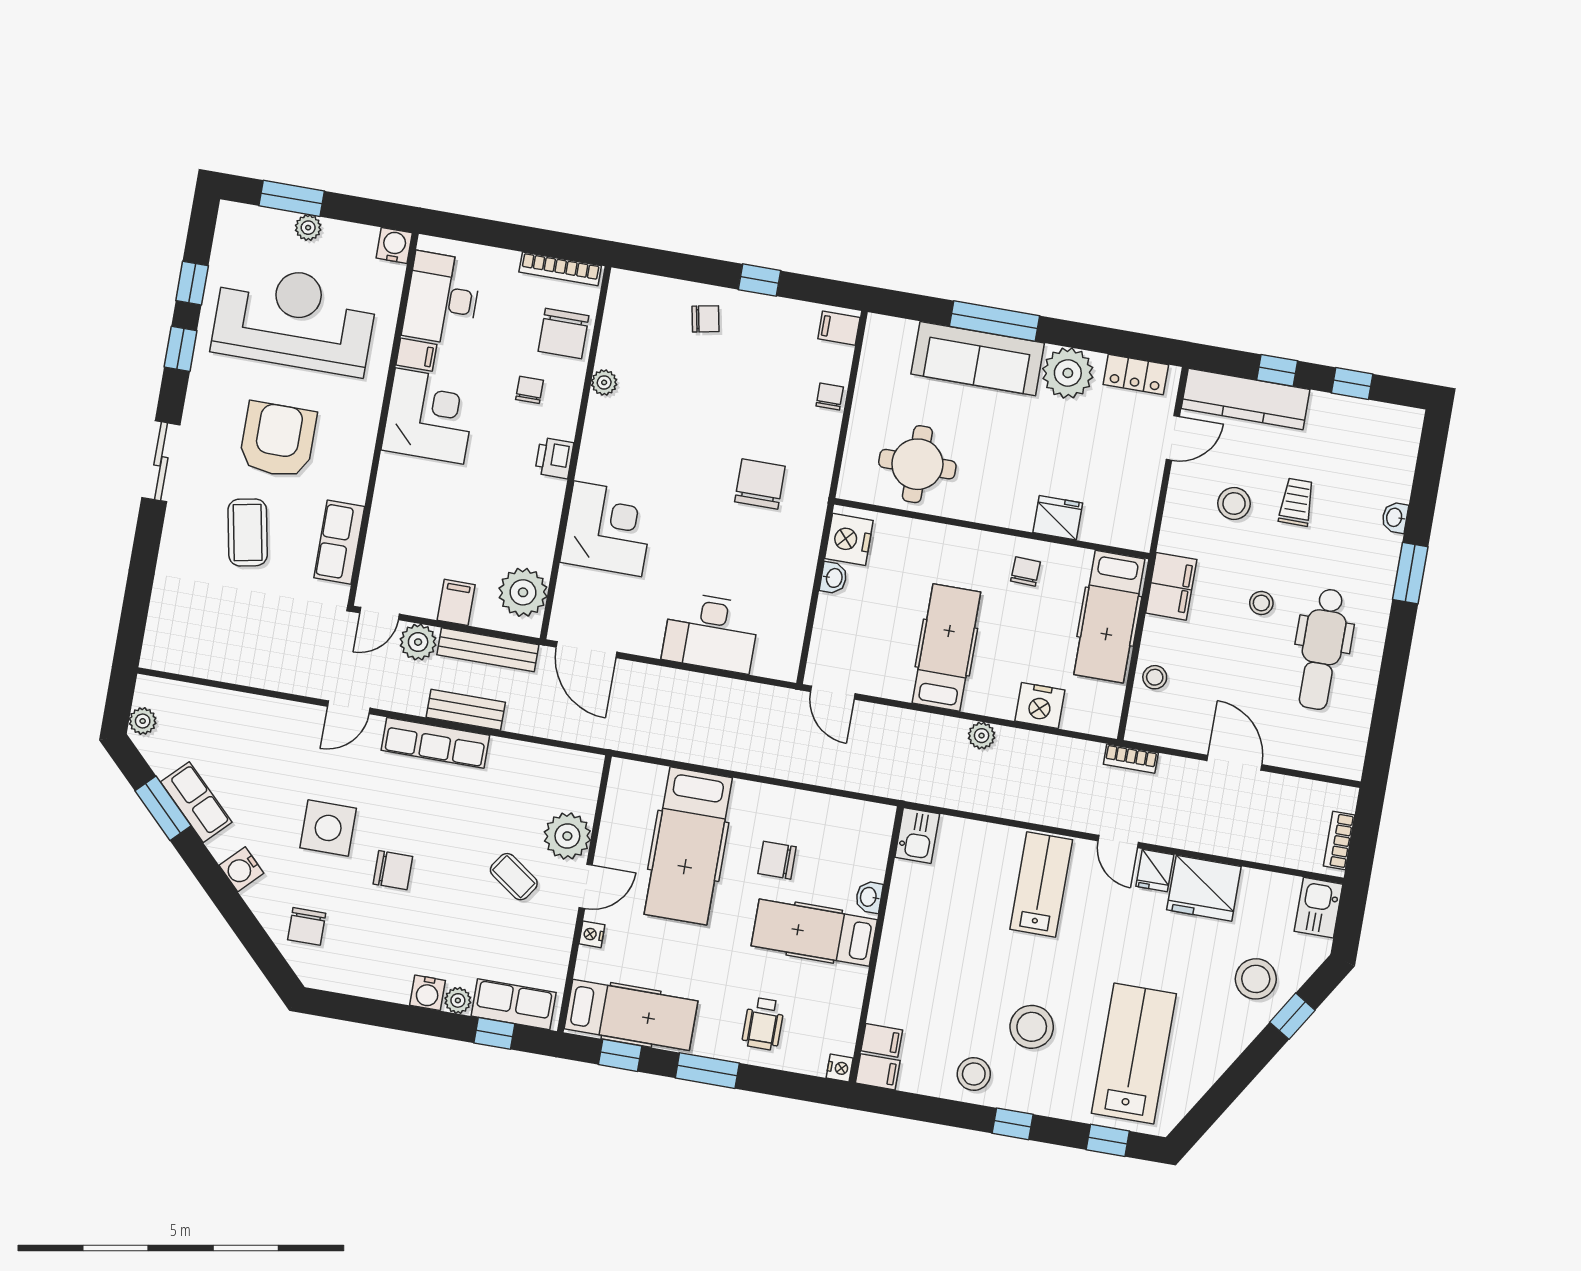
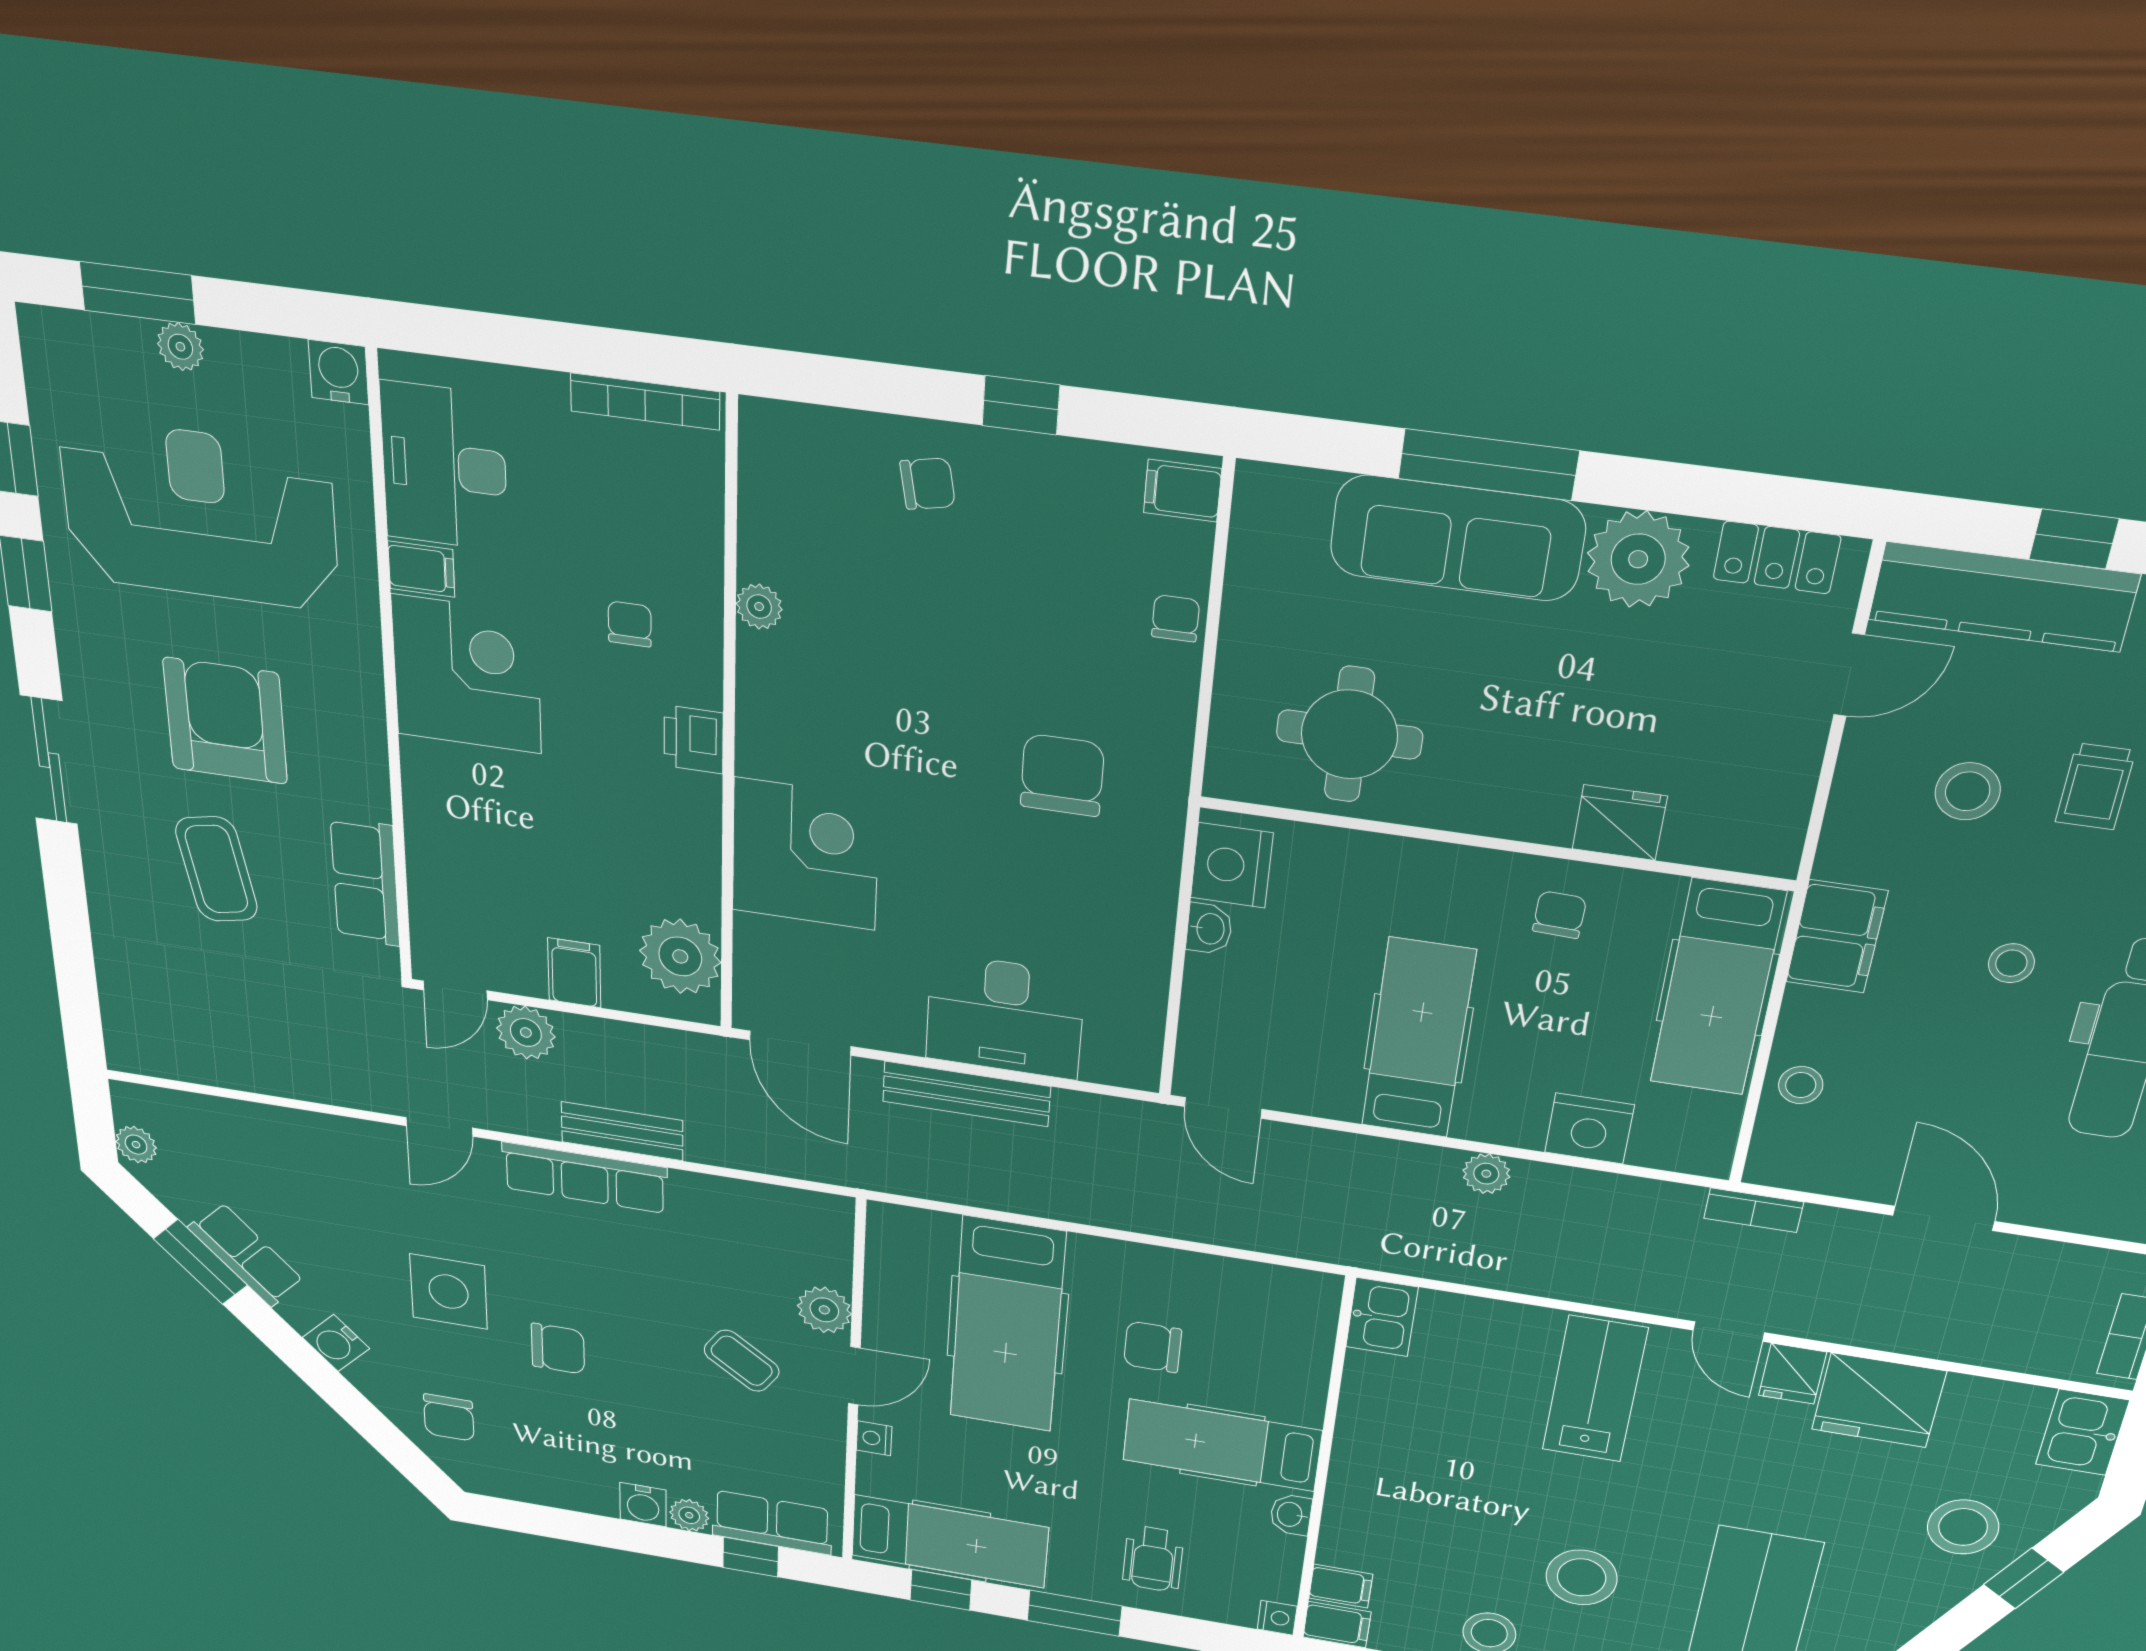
chair: (563, 333) -> (672, 521), removed
trolley: (1296, 502) -> (2095, 786), turned 180
bench: (488, 650) -> (966, 1094), moved
plant: (567, 836) -> (824, 1310), width x0.73, depth x0.73
washbasin: (869, 897) -> (1291, 1515), moved

